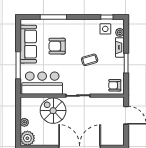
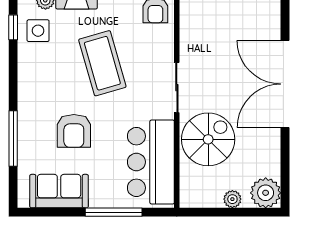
sofa: (28, 44) -> (59, 191), width x0.73
coffee table: (90, 60) -> (102, 63), width x1.86, depth x1.72
spiral stairs: (53, 111) -> (208, 139), turned 180

